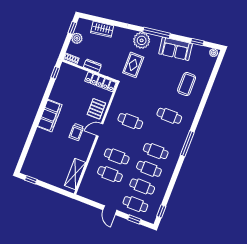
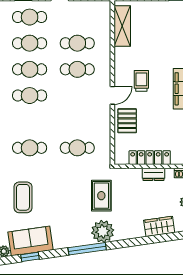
sofa: (176, 49) -> (30, 241), moved
locker: (100, 82) -> (150, 158), moved
cafe table: (130, 121) -> (77, 148), moved

